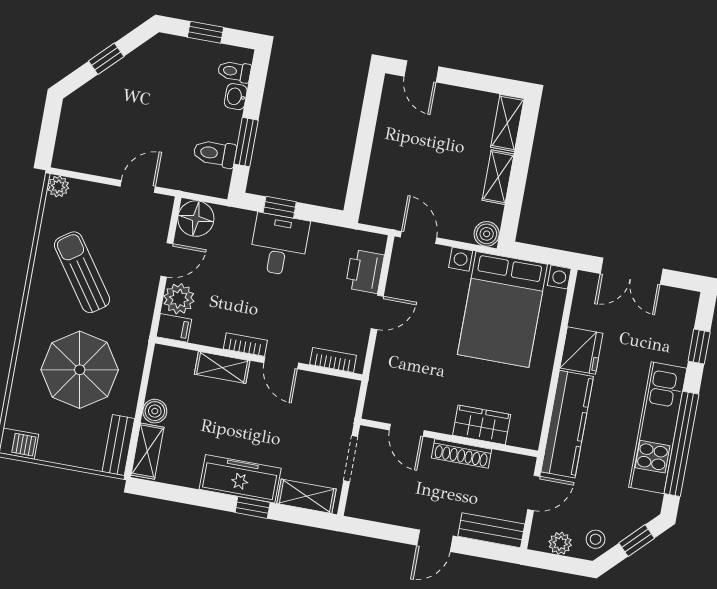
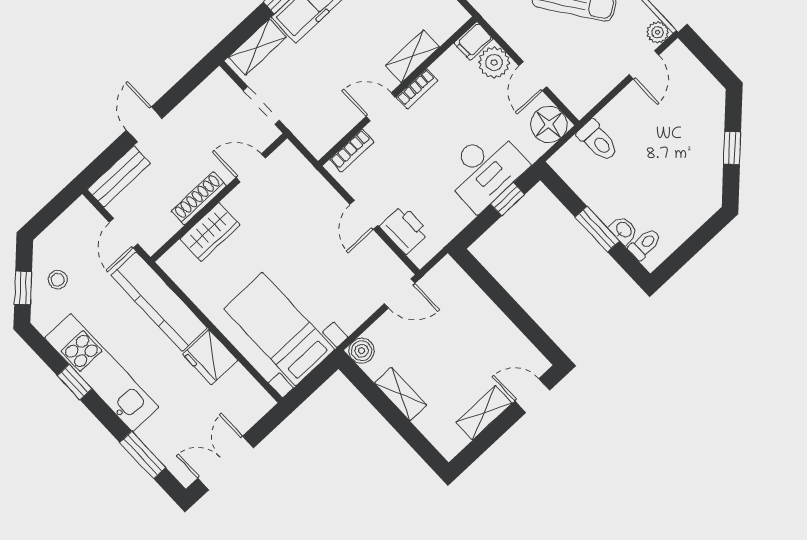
window: (205, 32) -> (694, 244), removed
shelving: (507, 123) -> (484, 413), moved, turned 90
window: (246, 142) -> (597, 229), moved
toilet: (215, 153) -> (598, 141), moved, turned 90
door: (138, 186) -> (644, 65), moved
desk: (279, 245) -> (485, 169), width x1.37
double door: (632, 271) -> (226, 463), moved
bed with nightstands: (502, 309) -> (279, 329), width x0.73
window: (699, 347) -> (143, 455), width x1.50
window: (681, 444) -> (74, 382), width x0.32
stool: (596, 539) -> (58, 280), moved
plant: (560, 543) -> (67, 224), removed

